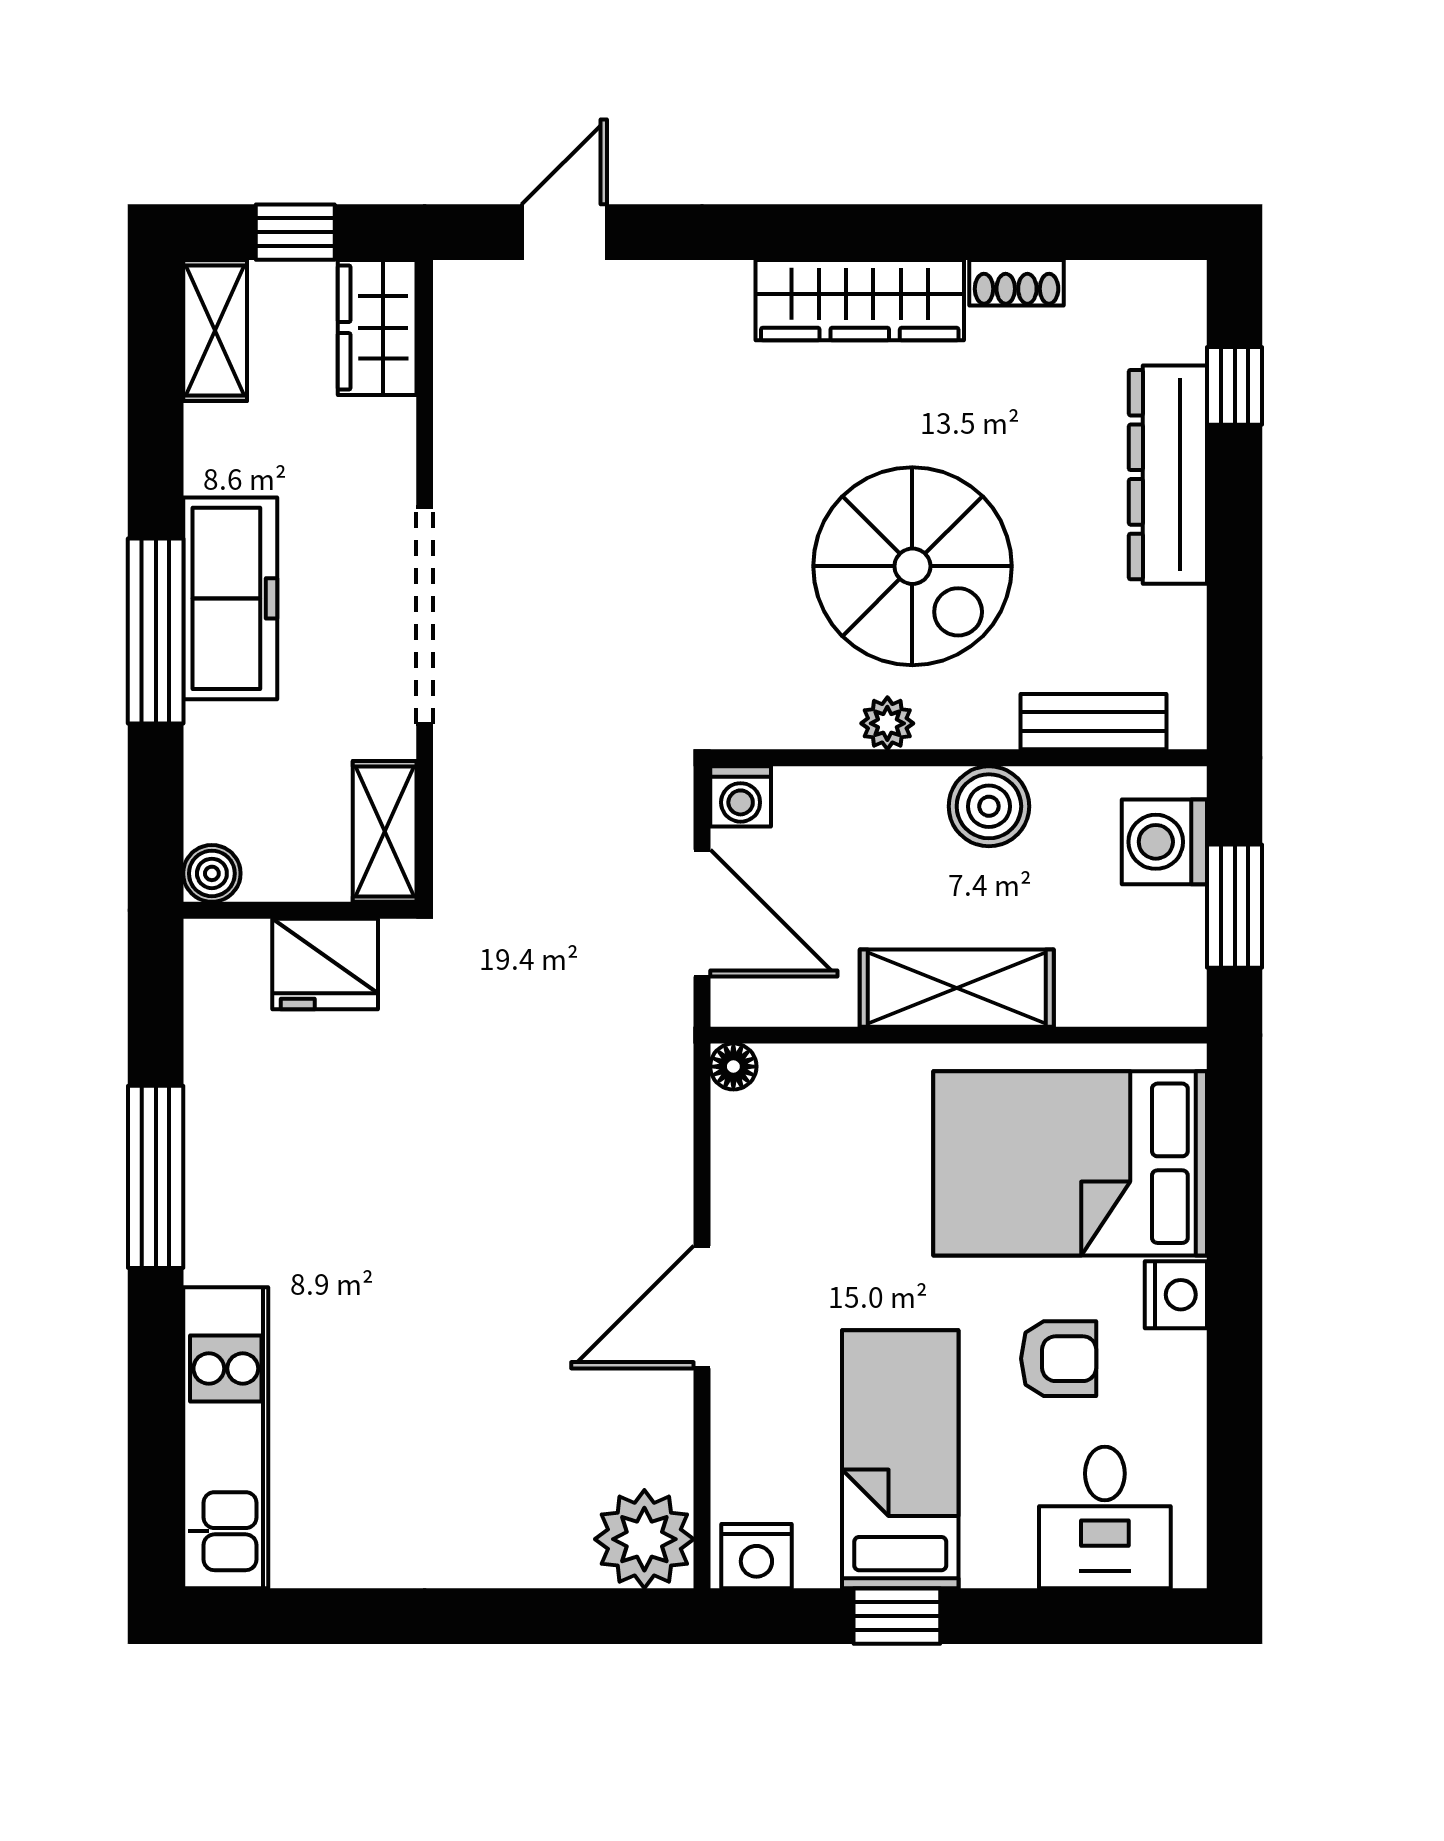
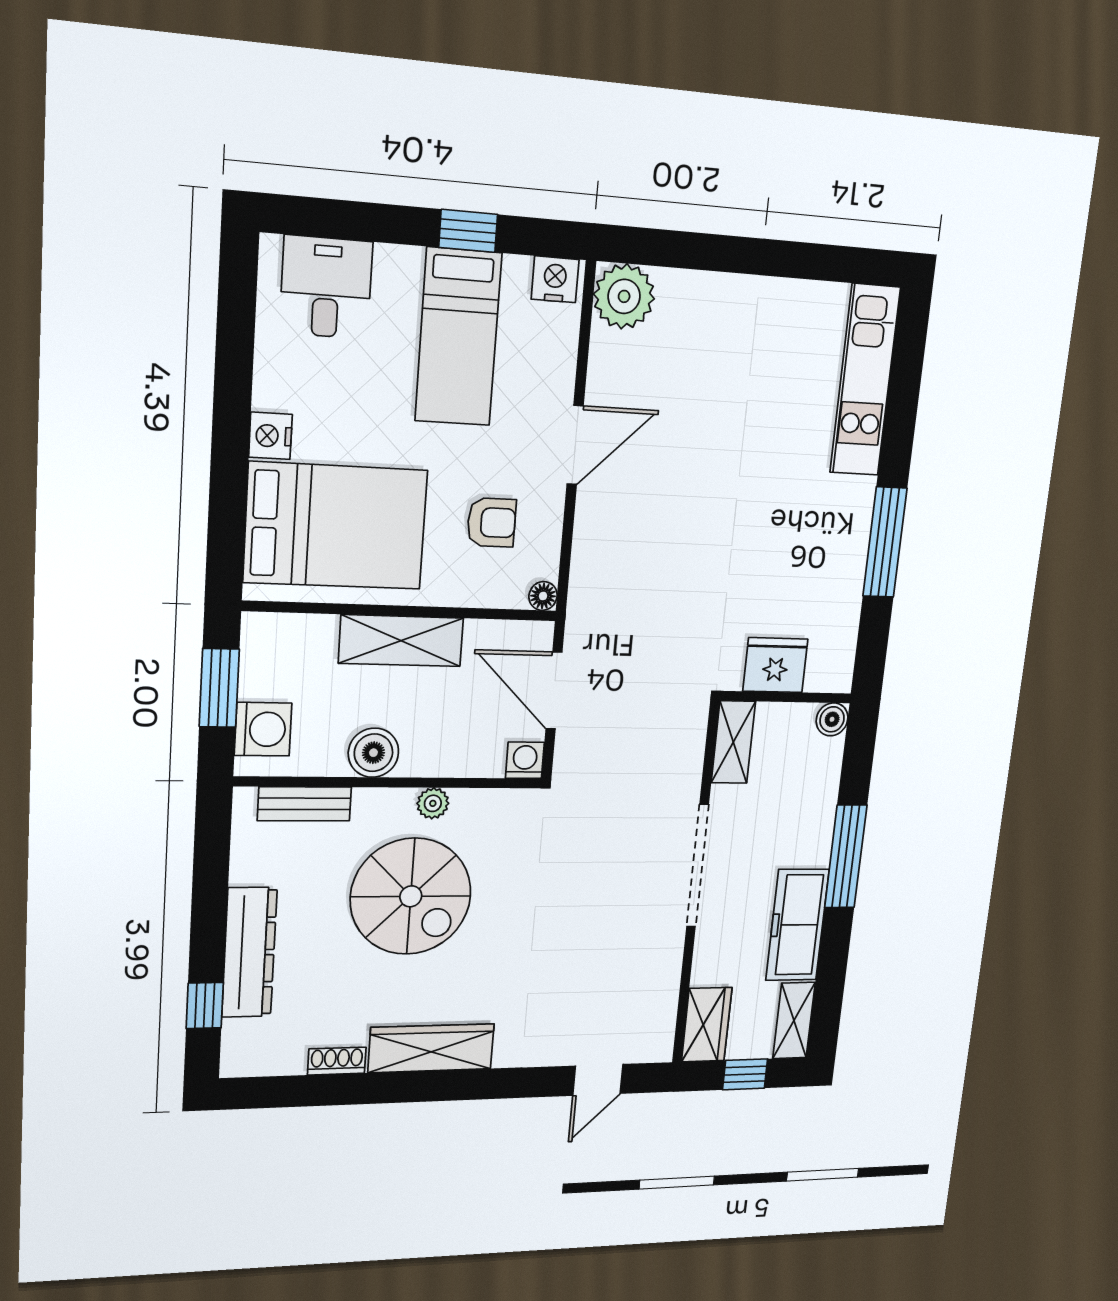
spiral stairs: (912, 566) -> (411, 896), turned 180
freezer: (230, 598) -> (797, 925), moved
armchair: (1059, 1359) -> (491, 522), moved, turned 180

